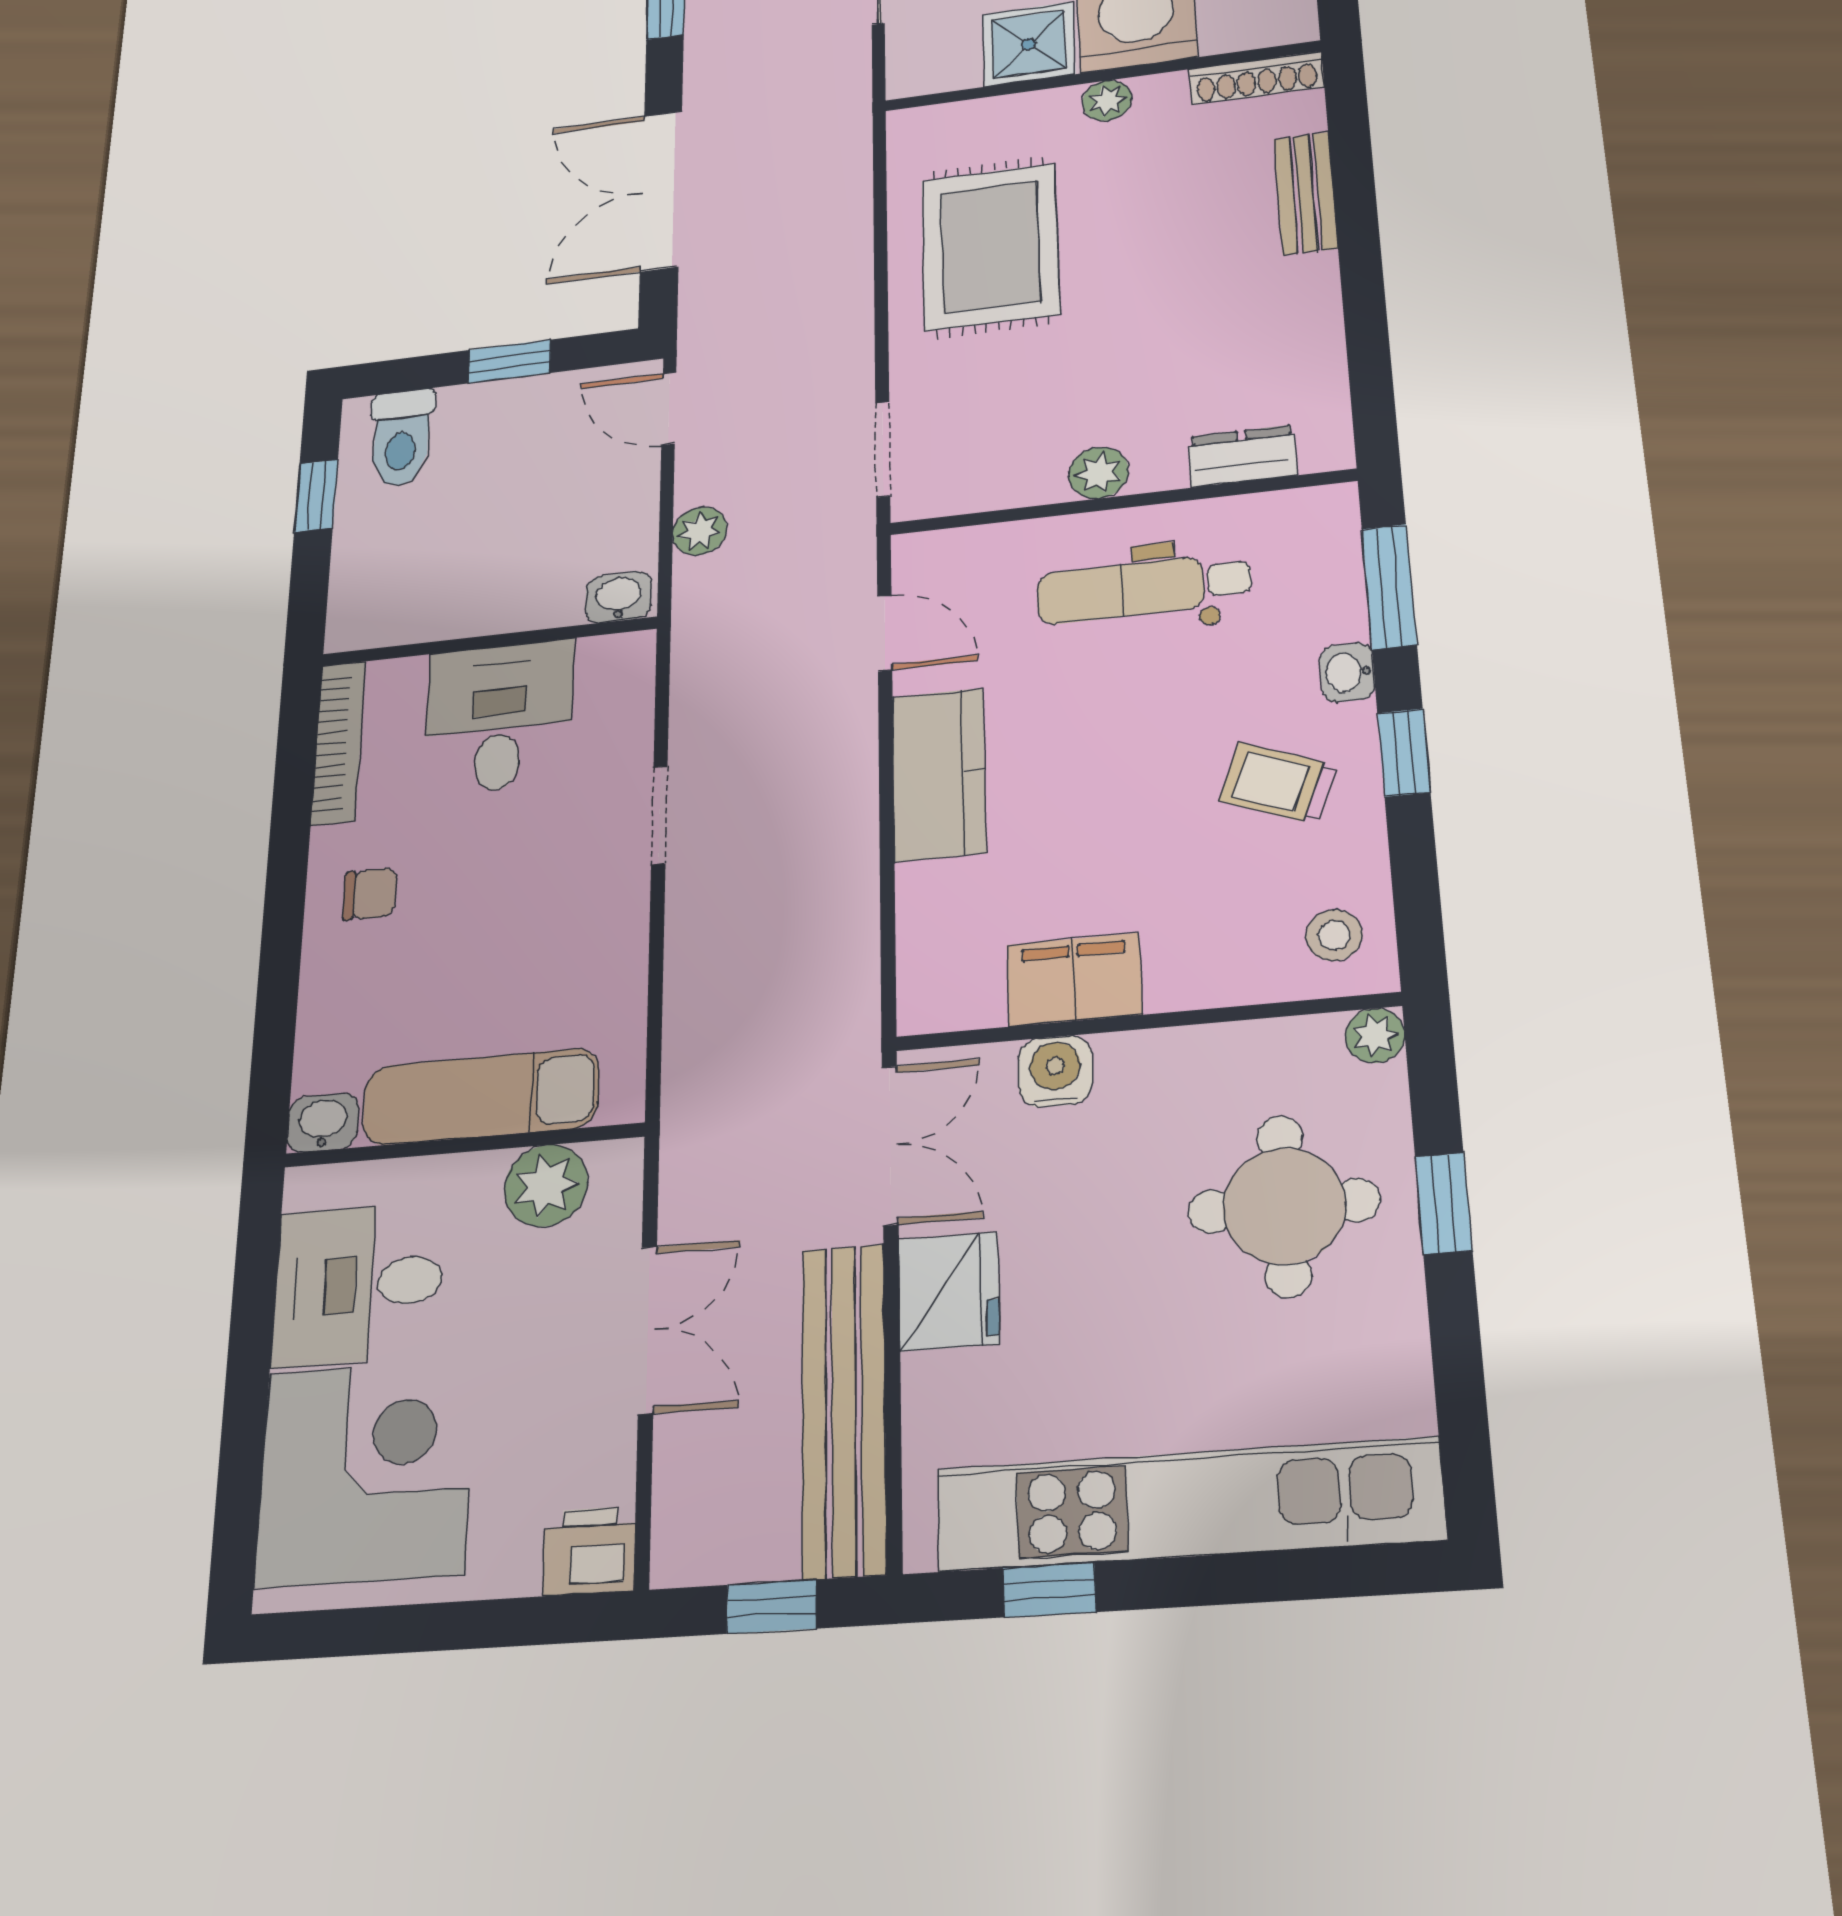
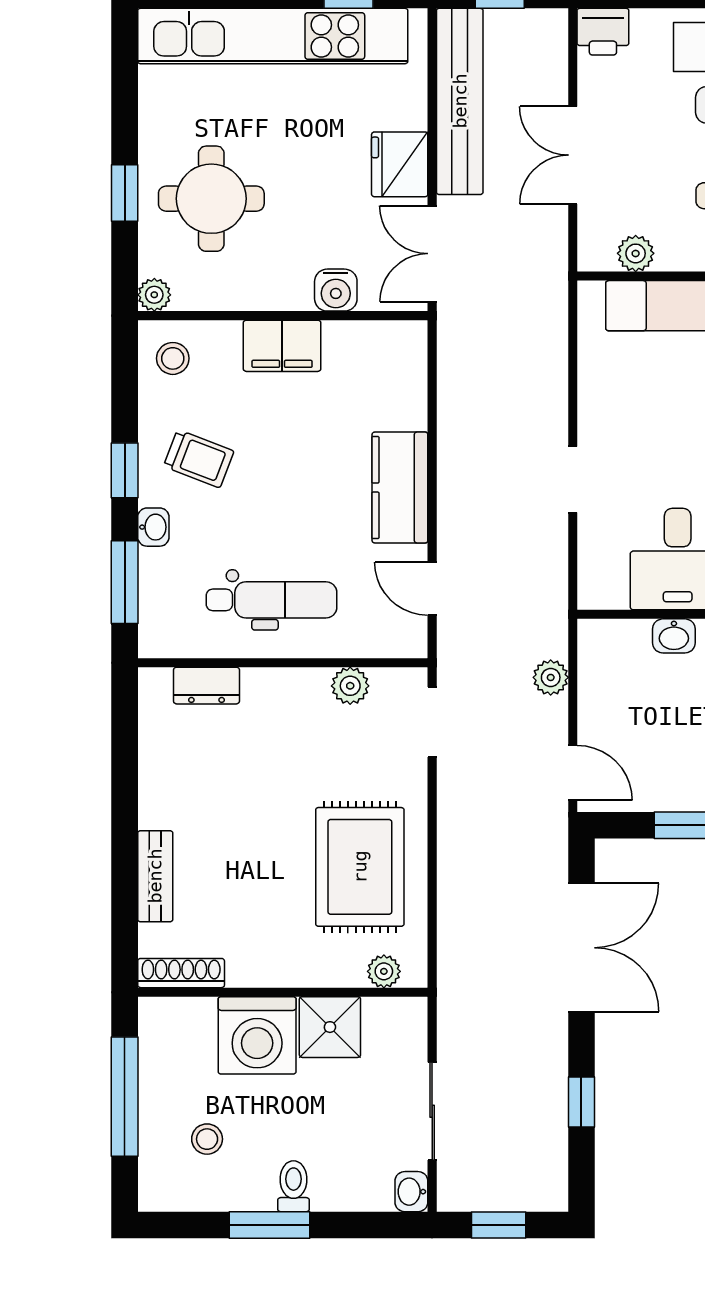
plant: (1107, 101) -> (384, 971), moved
plant: (1098, 473) -> (350, 686), moved
washbasin: (618, 597) -> (674, 636), moved
filing cabinet: (1074, 980) -> (282, 346), moved
plant: (546, 1186) -> (636, 253), width x0.73, depth x0.73

